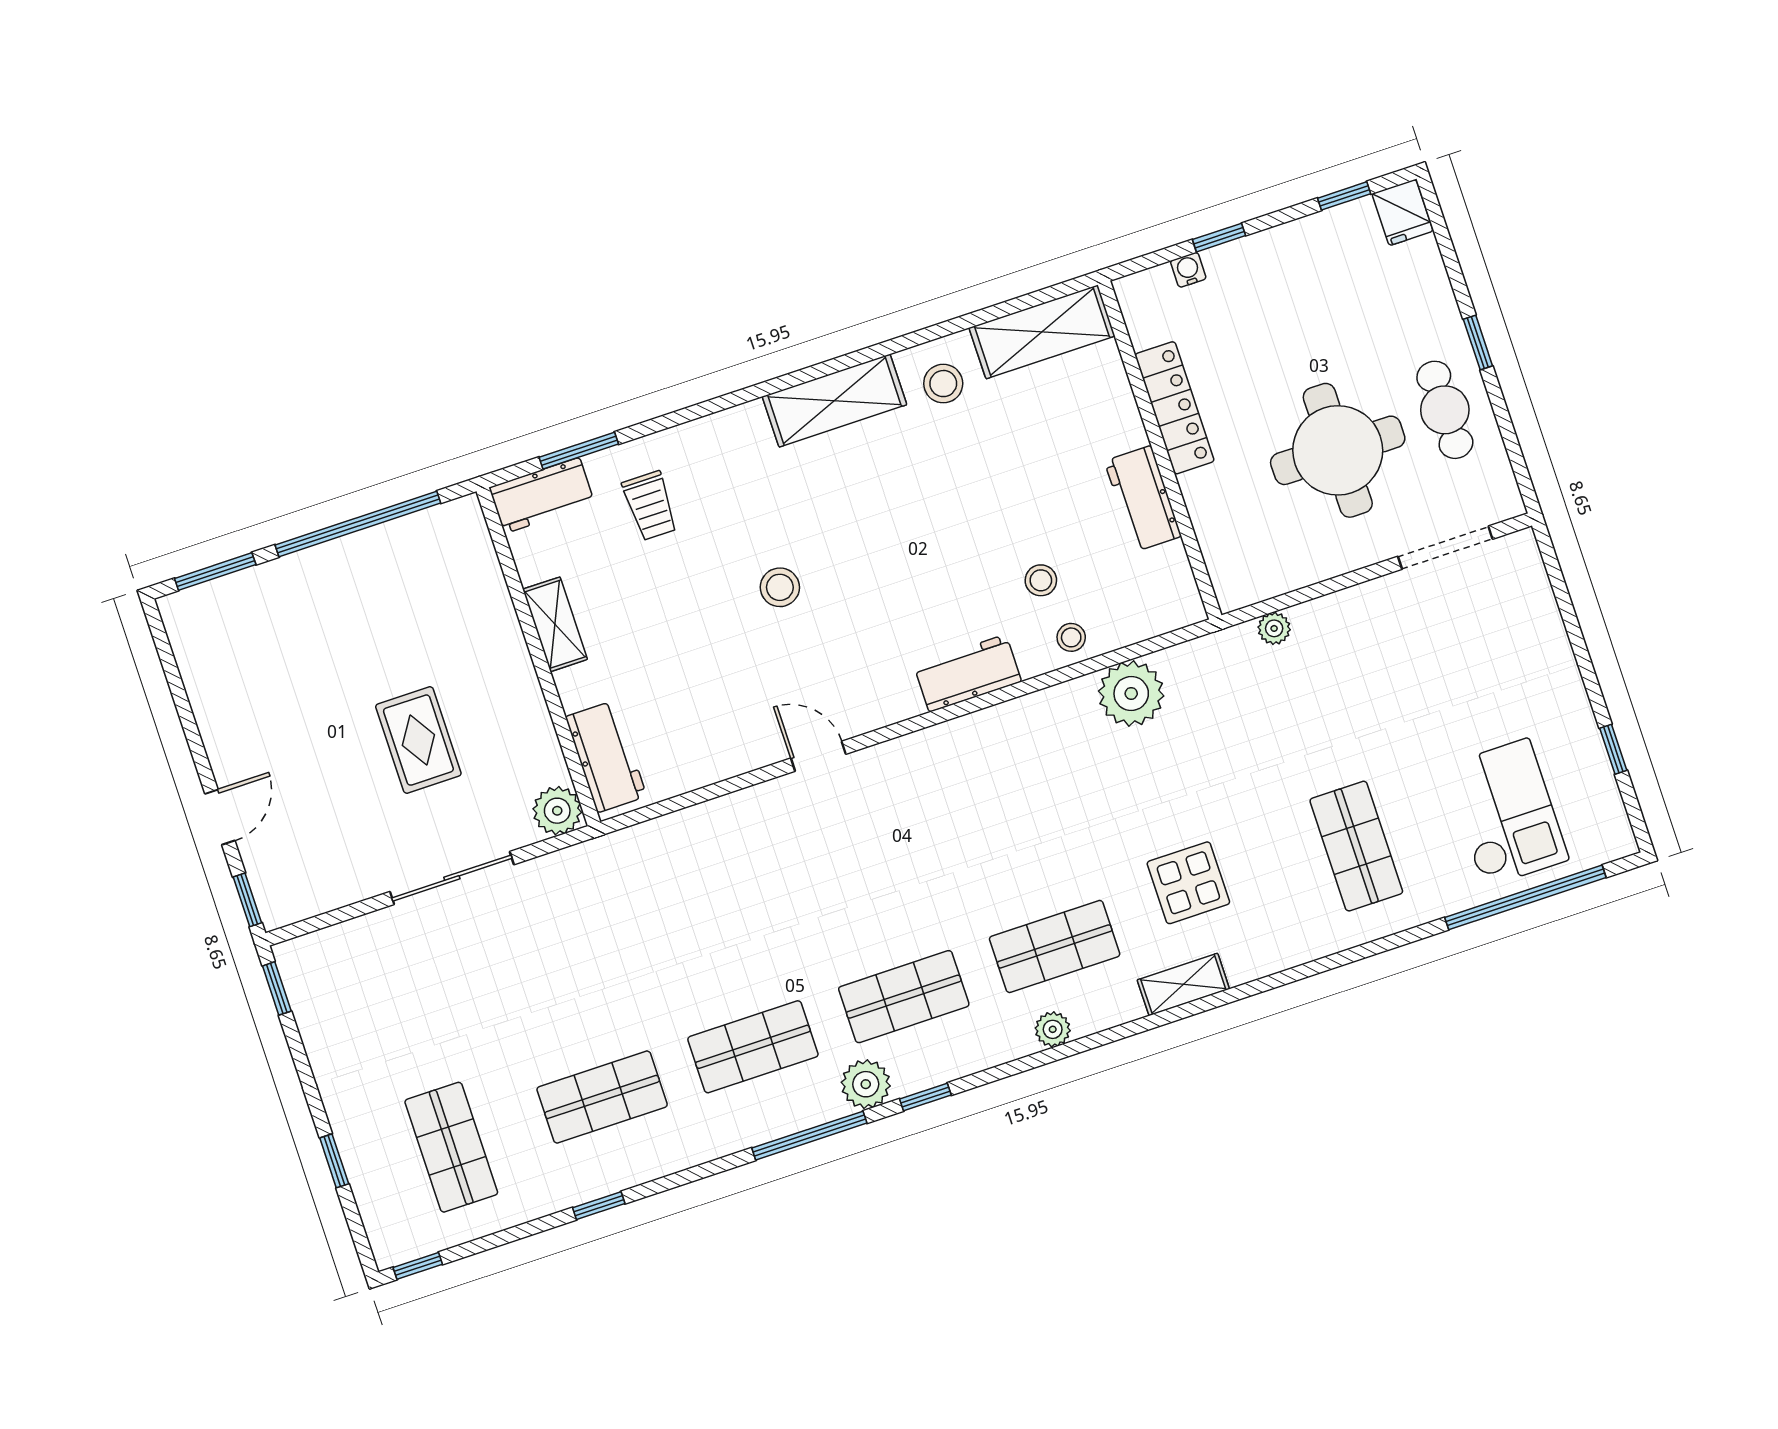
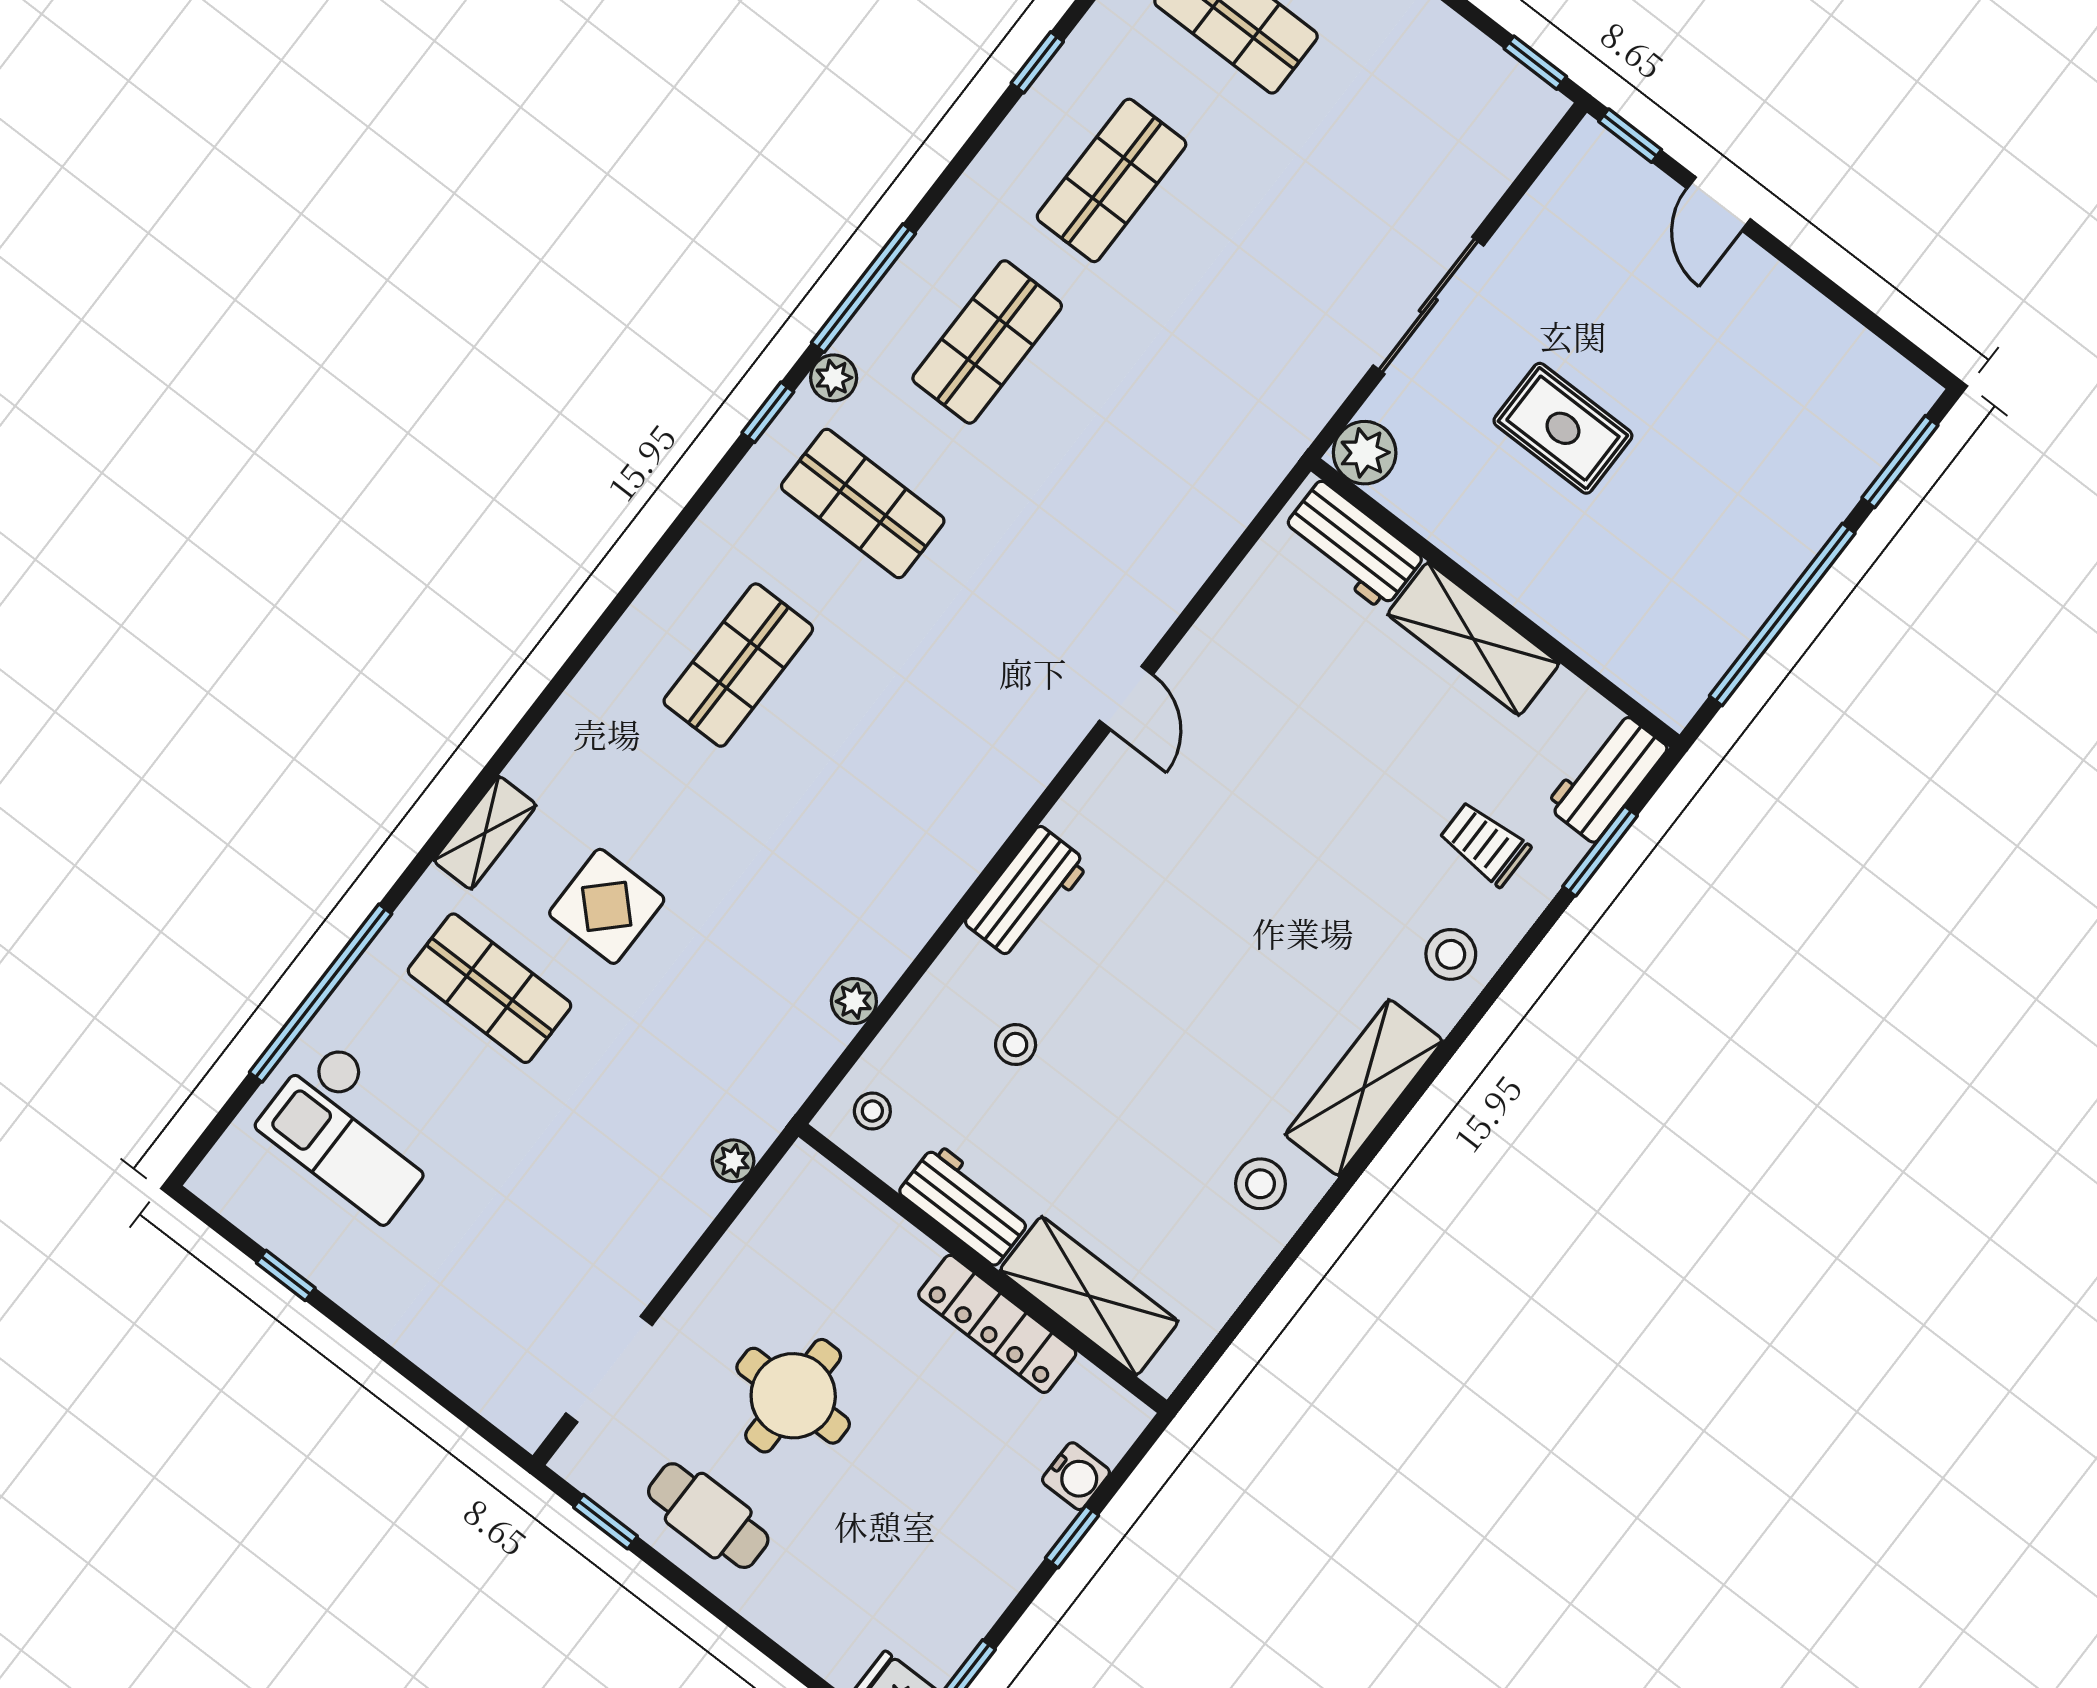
water cooler: (1188, 270) -> (1076, 1476), width x1.38, depth x1.38
shelving: (1042, 332) -> (1089, 1296), moved, turned 90
window: (1478, 342) -> (606, 1522), moved
round table: (1338, 450) -> (793, 1396), width x0.73, depth x0.73
stool: (780, 587) -> (1451, 954), moved
shelving: (555, 624) -> (1473, 639), width x1.50, depth x1.33
stool: (1071, 637) -> (872, 1111), moved
plant: (1131, 693) -> (854, 1001), width x0.53, depth x0.53
door: (818, 756) -> (1126, 698), hinge flipped
display table: (1188, 883) -> (607, 906), moved
window: (1525, 897) -> (321, 993), moved
shelving: (1183, 984) -> (485, 833), moved
shop shelf: (904, 997) -> (863, 504), turned 90
plant: (1053, 1029) -> (681, 576), removed
plant: (866, 1084) -> (834, 378), width x0.73, depth x0.73

